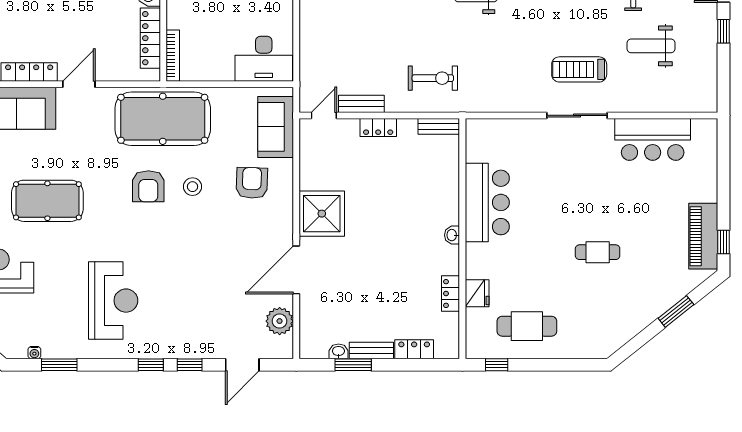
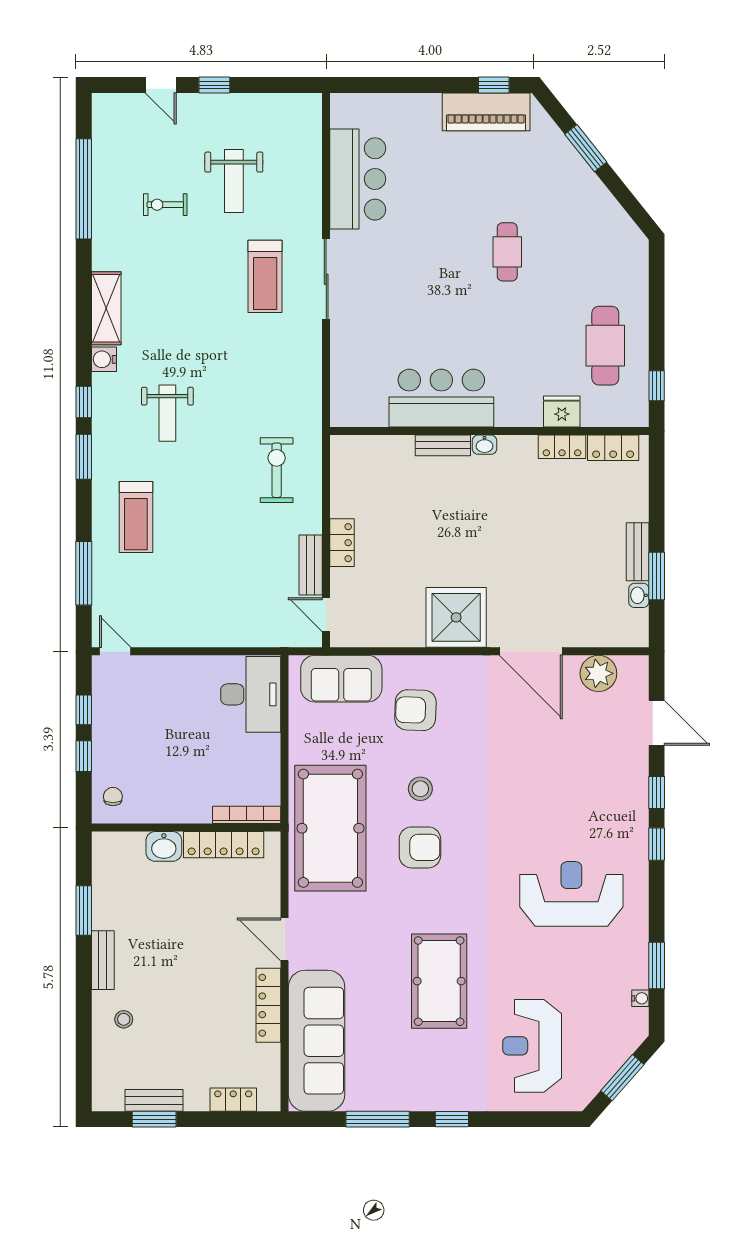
bench: (439, 126) -> (443, 445), moved, turned 90
locker: (414, 349) -> (613, 448), moved, turned -90

